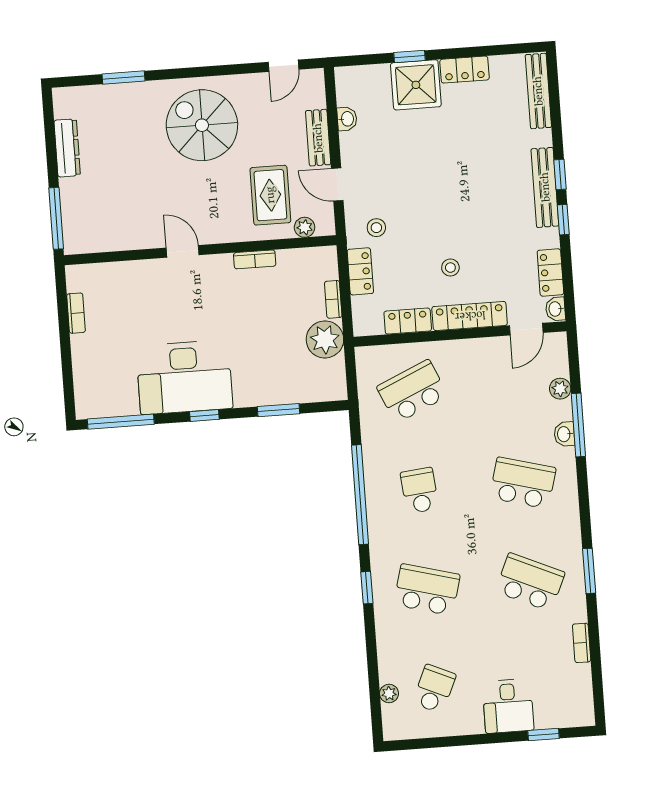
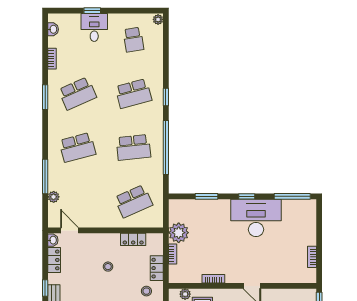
locker: (470, 316) -> (100, 240), removed
door: (526, 329) -> (69, 230), hinge flipped
washbasin: (564, 434) -> (53, 29), moved
school desk: (523, 483) -> (77, 147), turned -30
school desk: (420, 490) -> (133, 147), width x1.85
school desk: (530, 582) -> (77, 94), turned -48
school desk: (427, 590) -> (133, 94), turned -30
school desk: (434, 689) -> (133, 40), turned -33
plant: (389, 693) -> (158, 19), moved
window: (544, 735) -> (92, 11), moved

